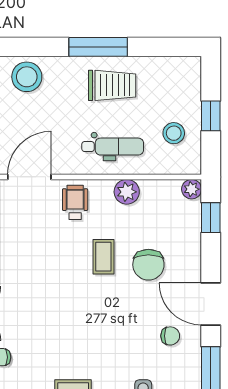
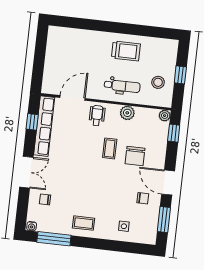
window: (98, 47) -> (120, 28), removed
stool: (27, 77) -> (78, 40), removed

